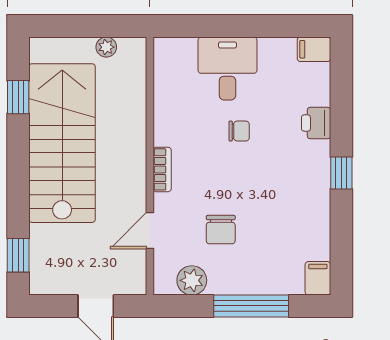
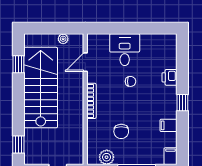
filing cabinet: (314, 49) -> (169, 125), moved
bookcase: (162, 169) -> (91, 101), width x1.56
door: (150, 230) -> (85, 62), moved

